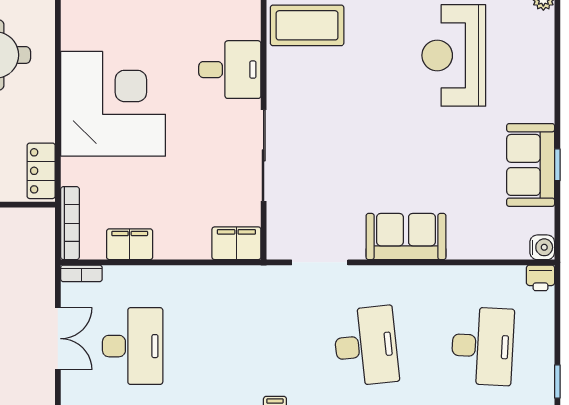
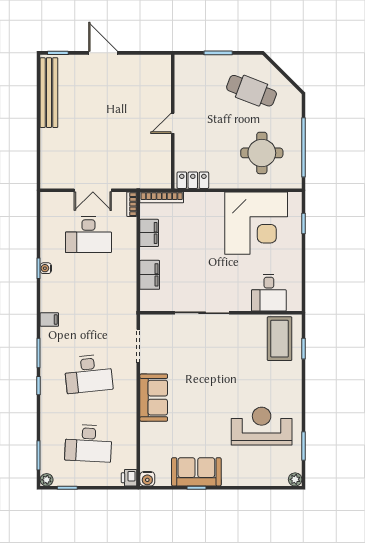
desk: (230, 70) -> (269, 293), moved
corner desk: (113, 104) -> (256, 223), moved
filing cabinet: (236, 243) -> (150, 275), moved

